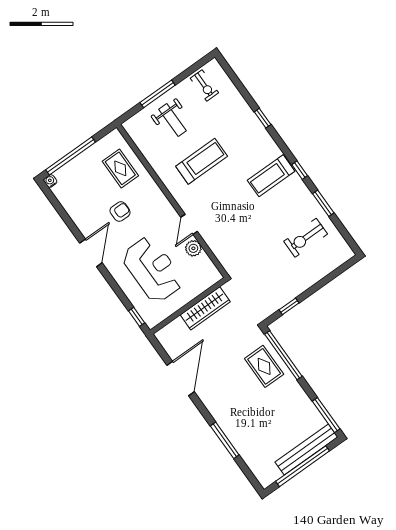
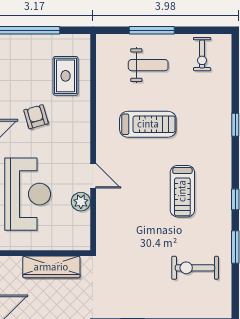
weight bench: (172, 120) -> (148, 65), turned -90
treadmill: (271, 176) -> (182, 191), moved, turned -90
armchair: (120, 212) -> (36, 117), turned -106
door: (189, 224) -> (93, 176), swing flipped

